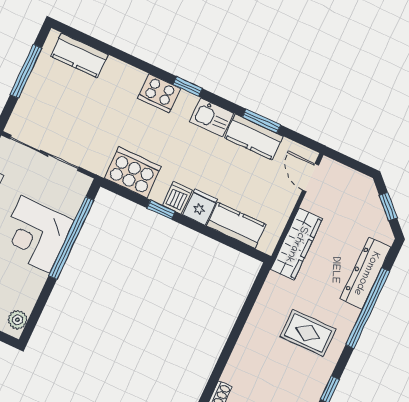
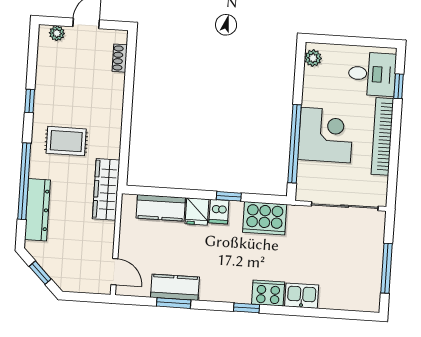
kitchen counter: (79, 55) -> (347, 299), removed
kitchen sink: (212, 117) -> (302, 296), moved
wardrobe: (296, 244) -> (106, 189), moved

